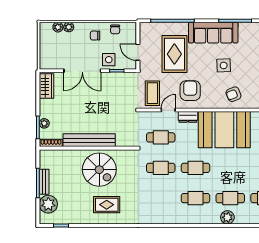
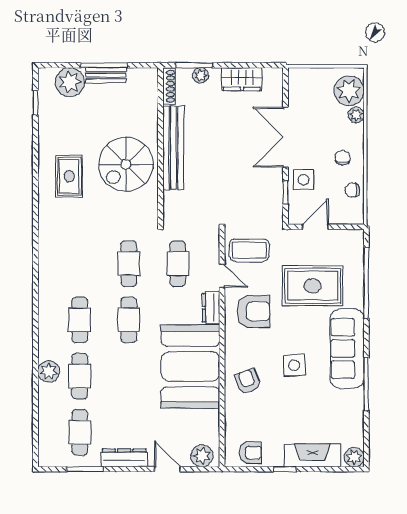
plant: (58, 27) -> (349, 91), width x1.87, depth x1.87
wardrobe: (47, 86) -> (242, 79), moved

